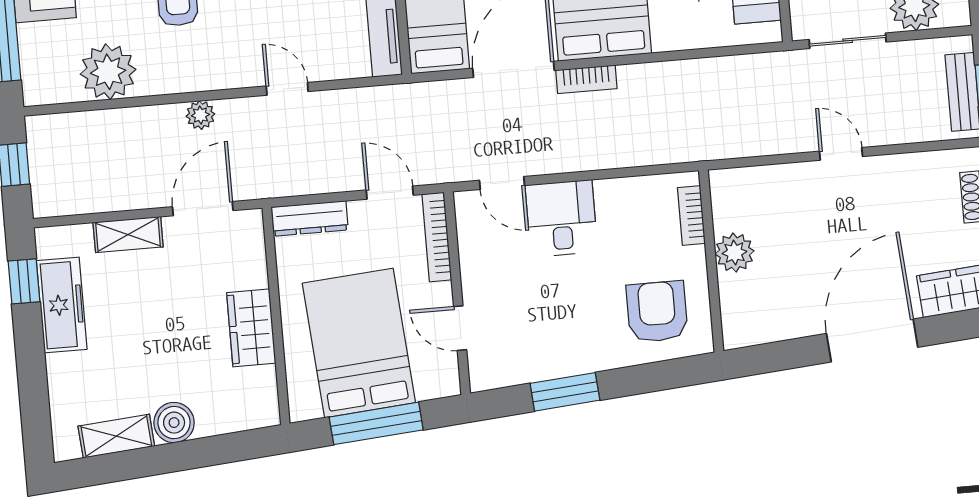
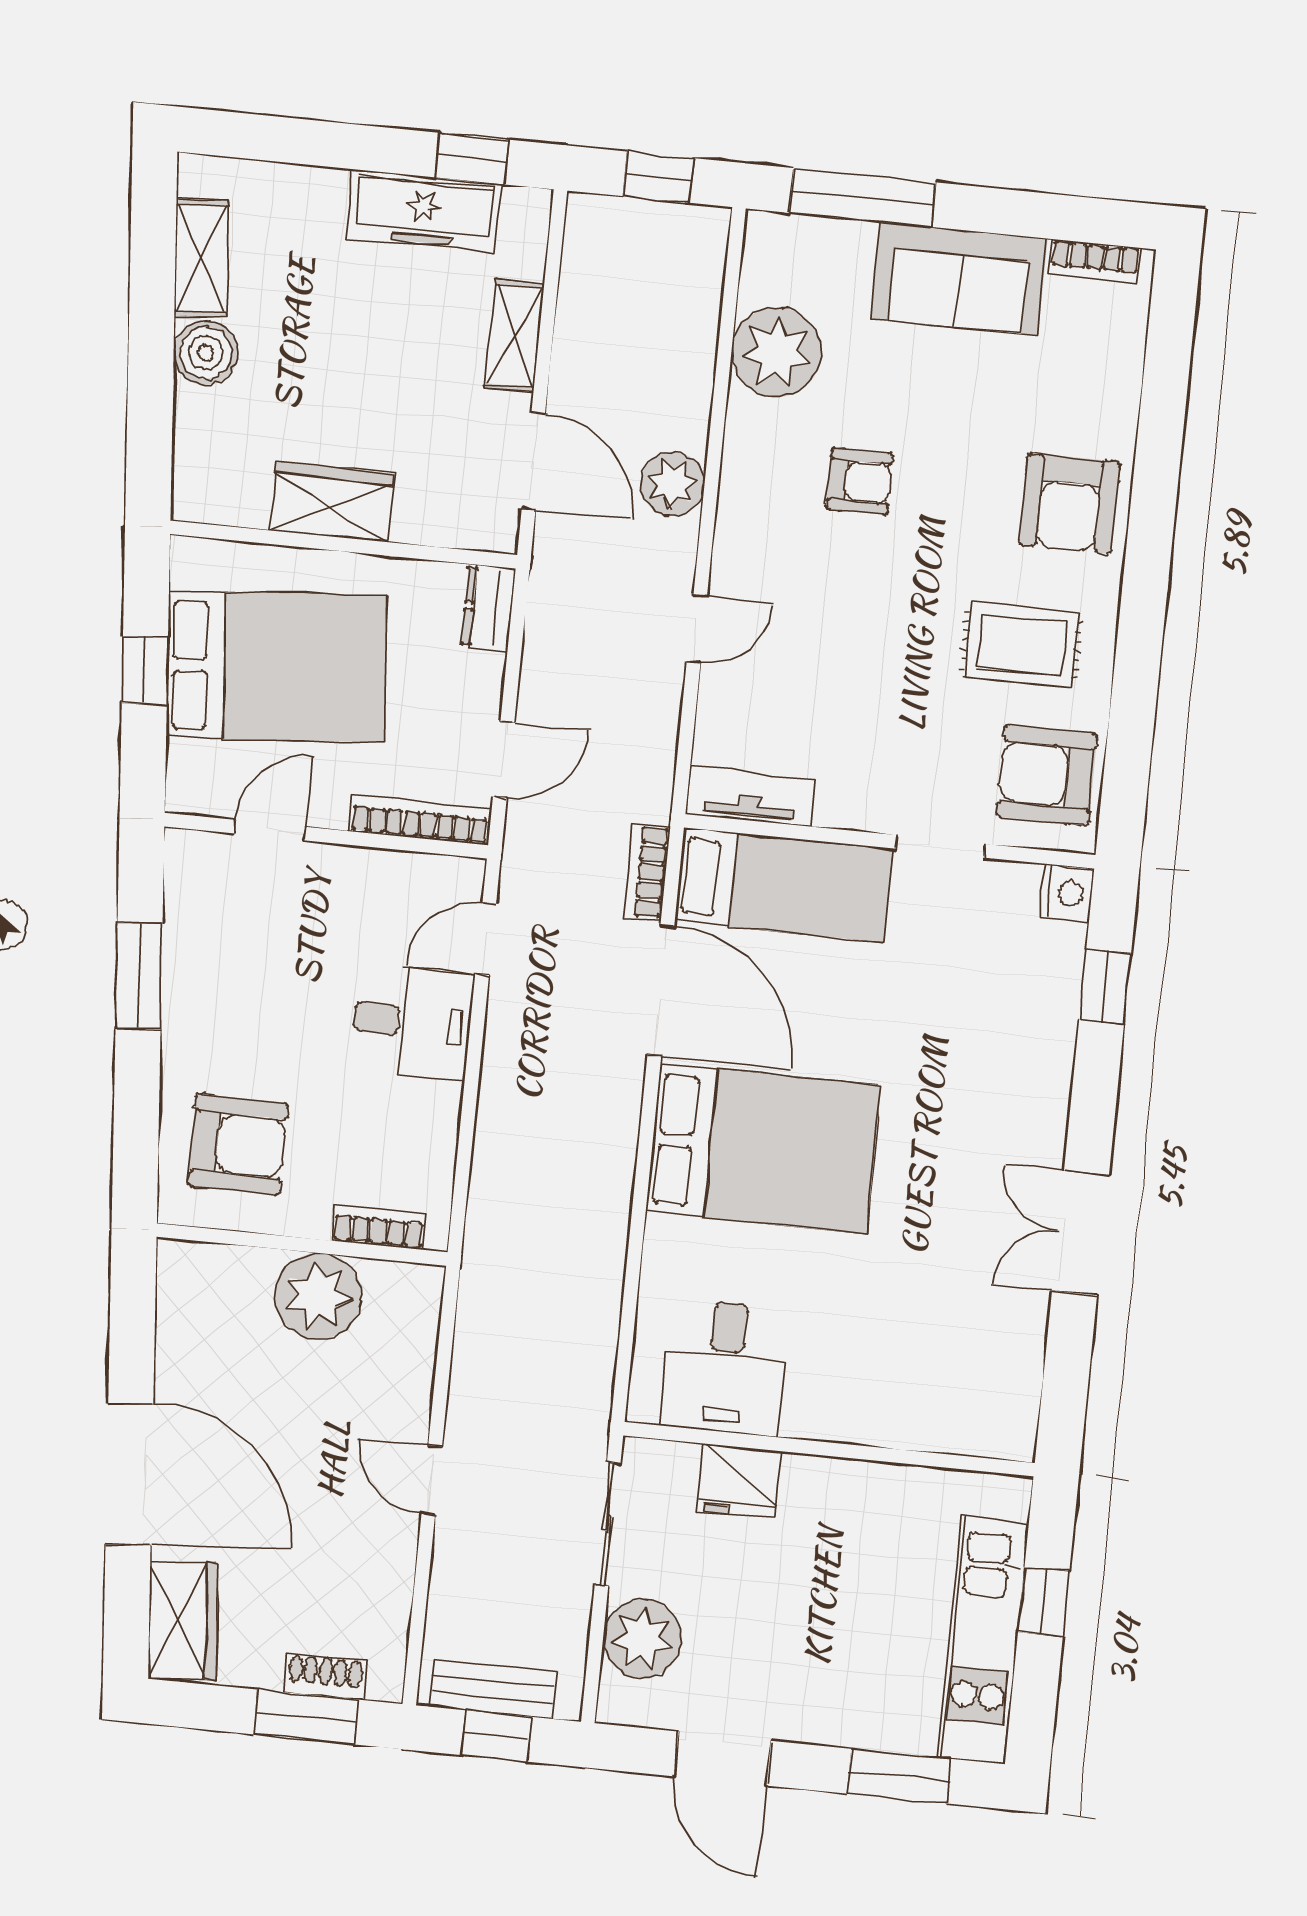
bookcase: (586, 79) -> (647, 872), moved
plant: (200, 115) -> (672, 484), width x1.38, depth x1.38
door: (841, 154) -> (432, 1480), swing flipped
dresser: (310, 218) -> (488, 608), width x0.70
plant: (734, 253) -> (318, 1296), width x1.36, depth x1.36
window: (376, 423) -> (145, 670), width x0.46

